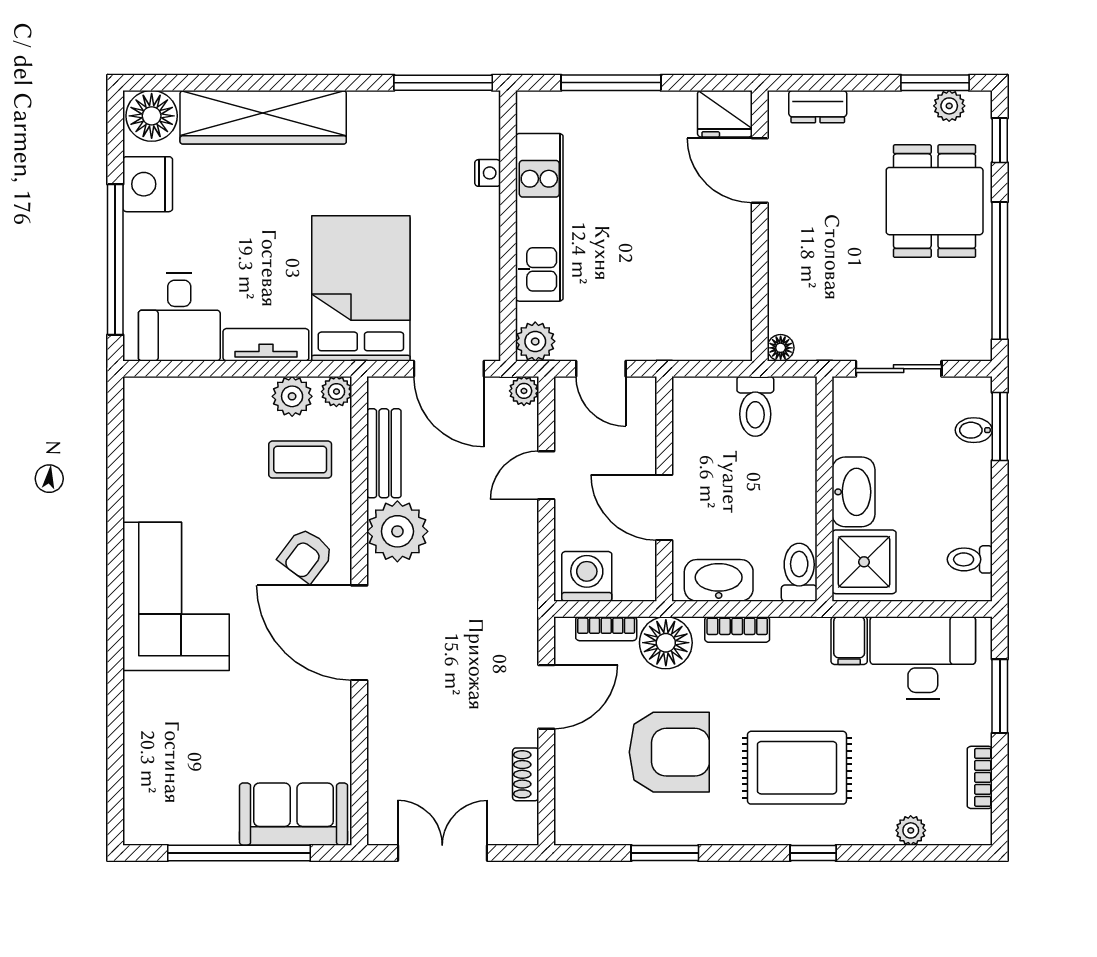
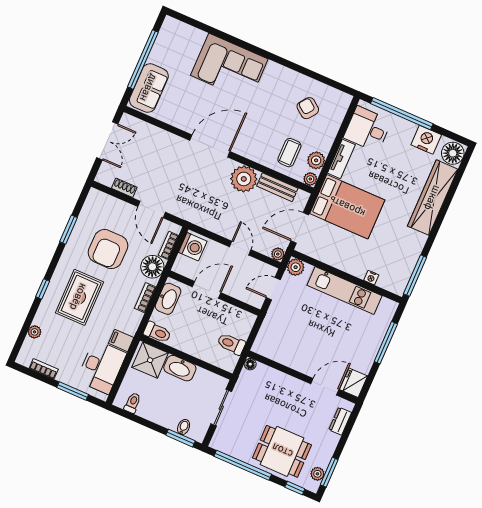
armchair: (306, 555) -> (308, 108), moved
corner sofa: (176, 596) -> (229, 67), moved

